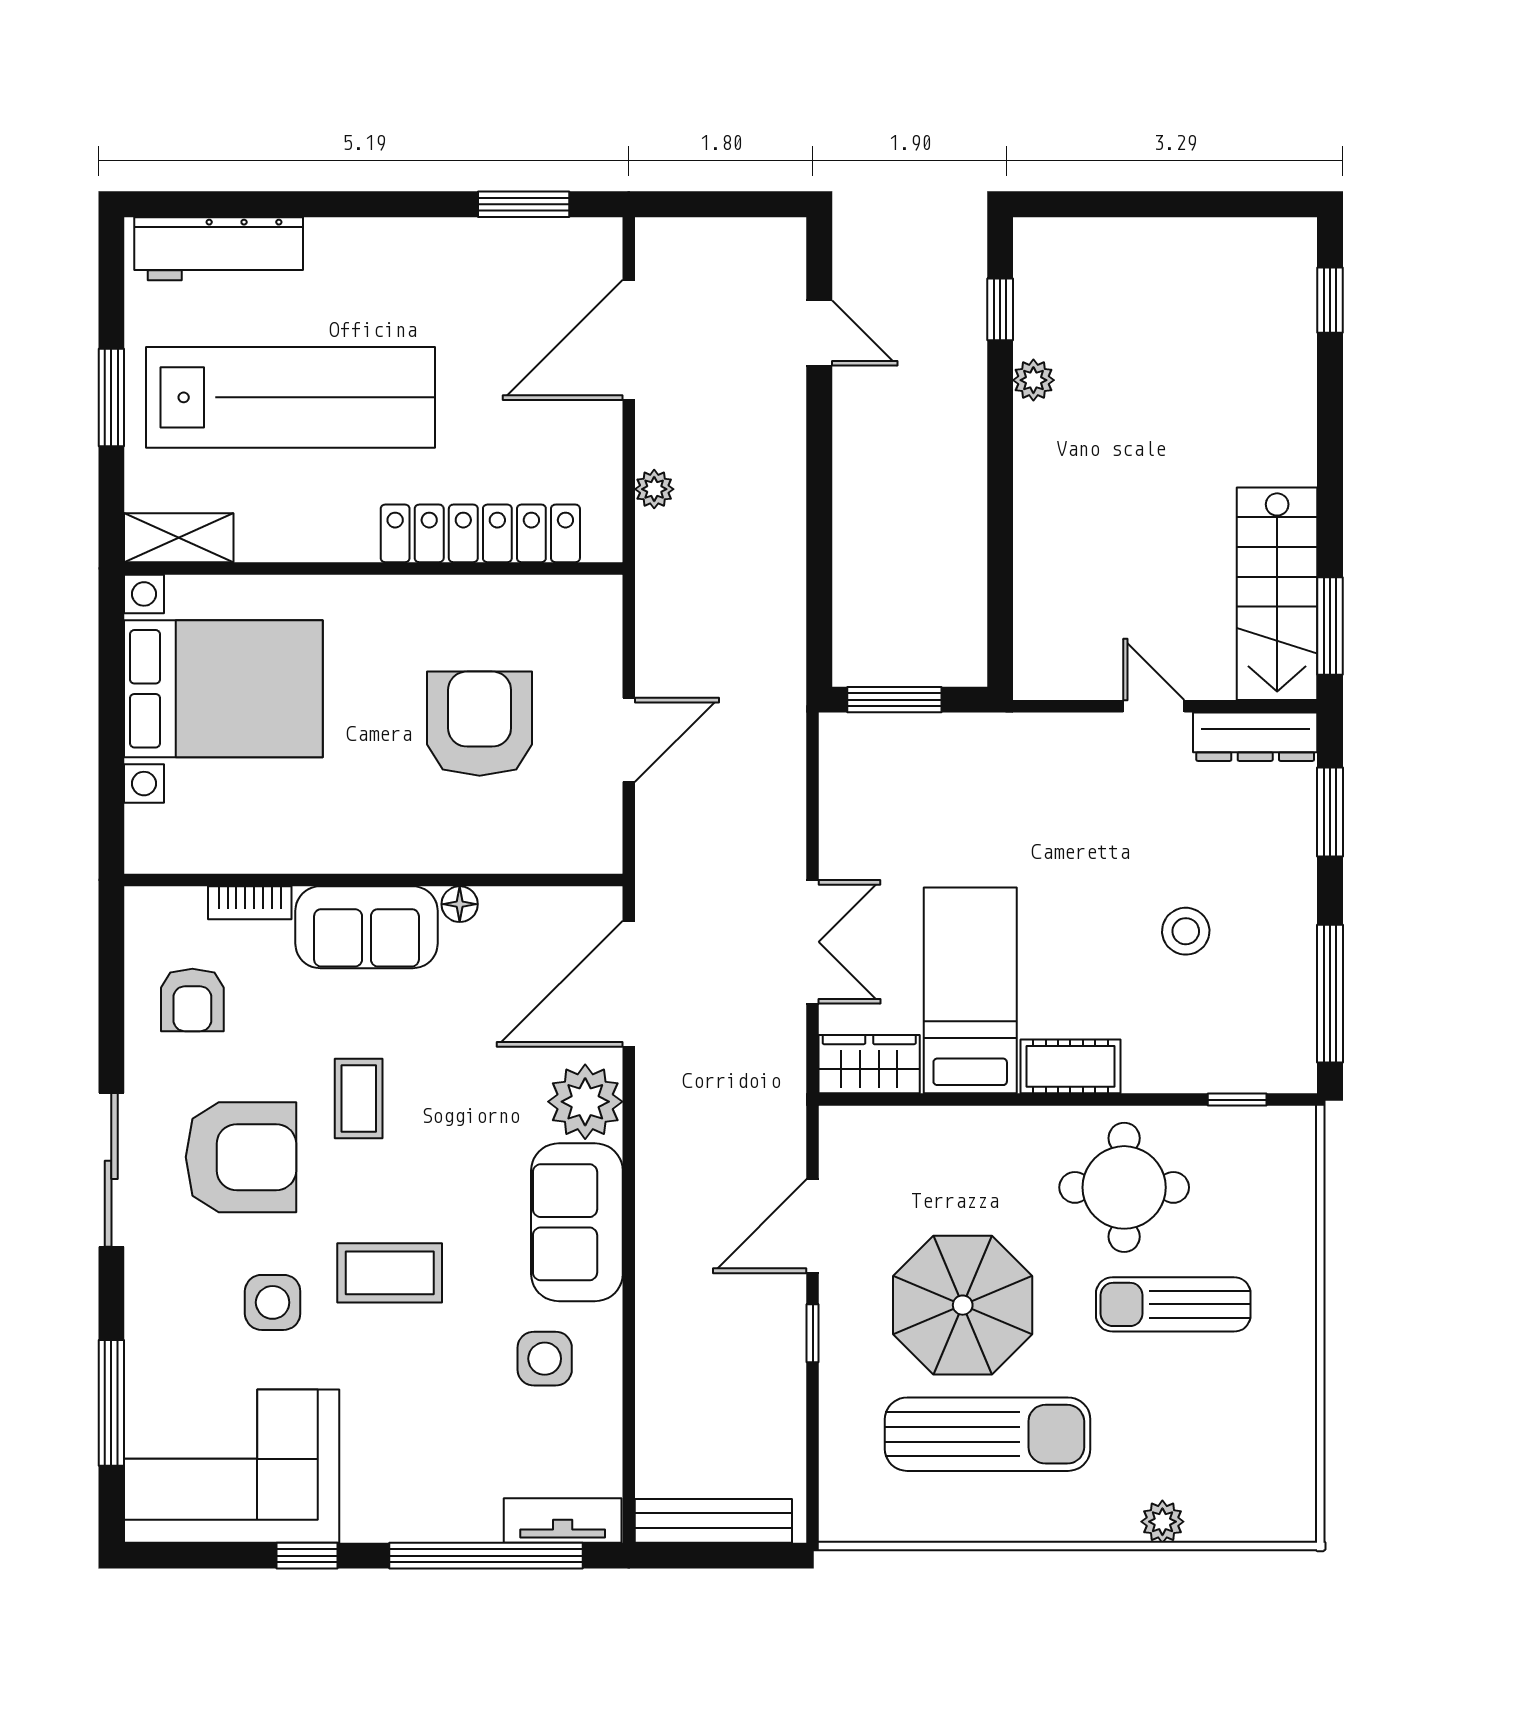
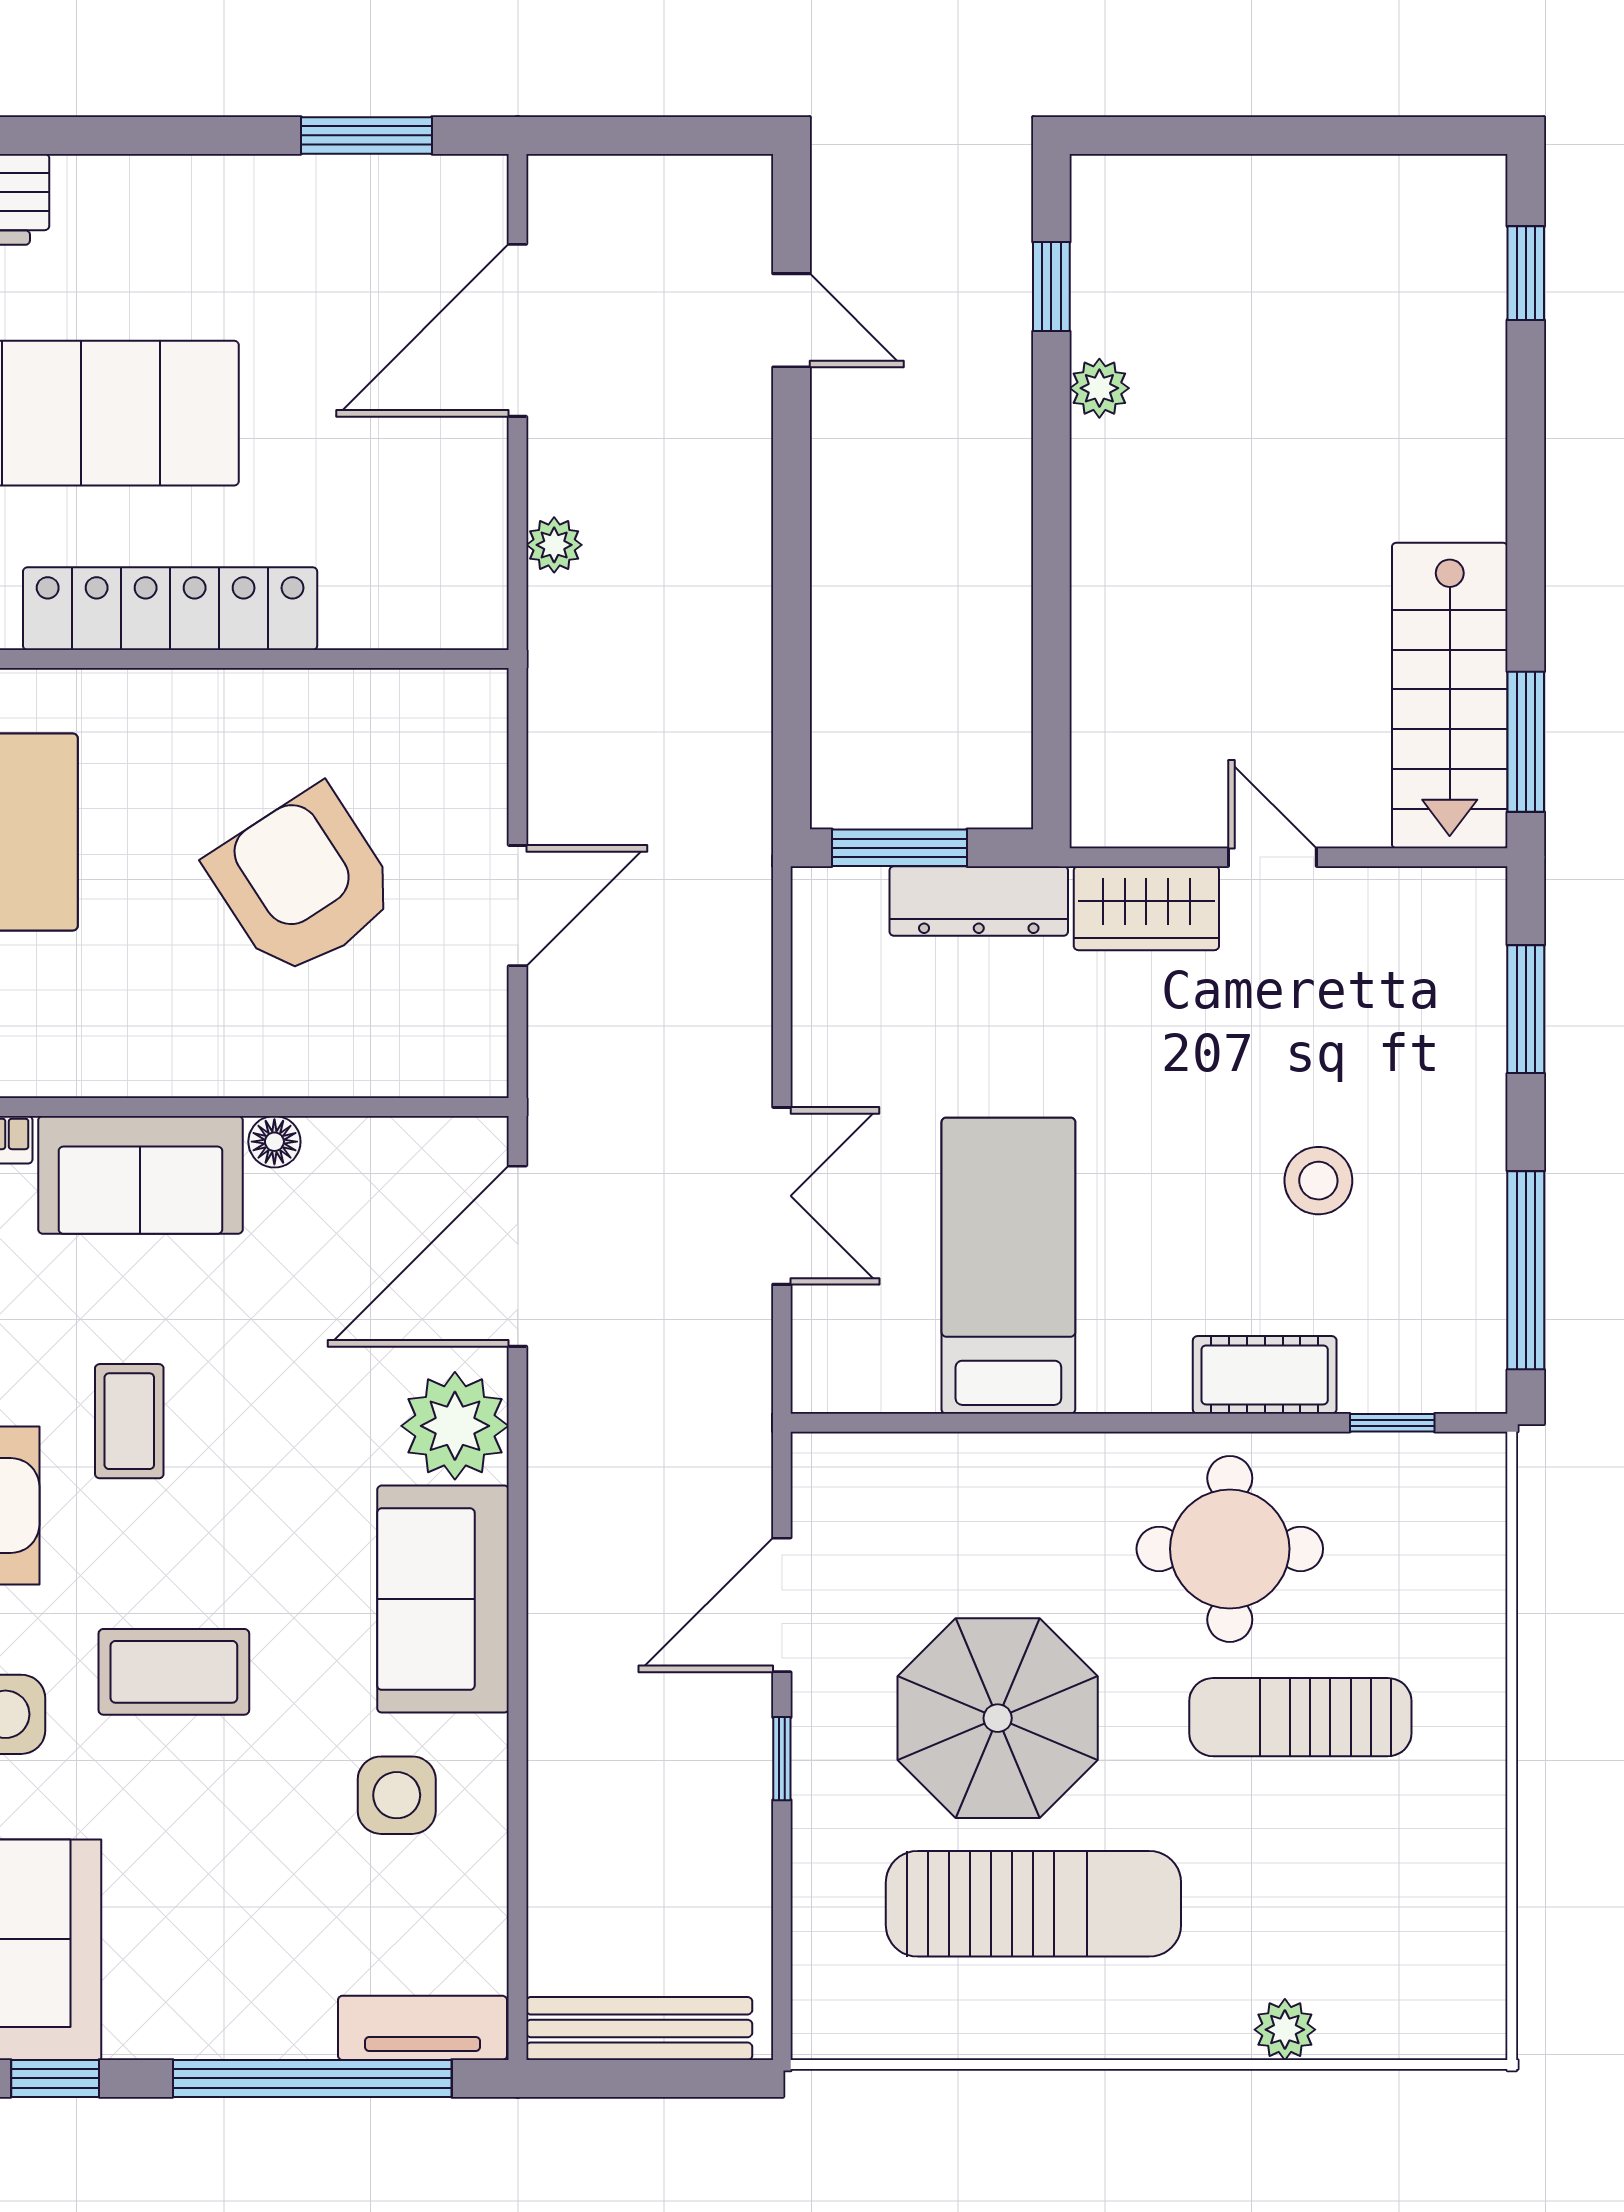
locker: (480, 533) -> (170, 609), moved
armchair: (480, 724) -> (303, 882), turned -33
dresser: (1255, 737) -> (979, 901), moved
wardrobe: (869, 1064) -> (1146, 908), moved, turned 180
cot: (1070, 1066) -> (1265, 1375), moved

